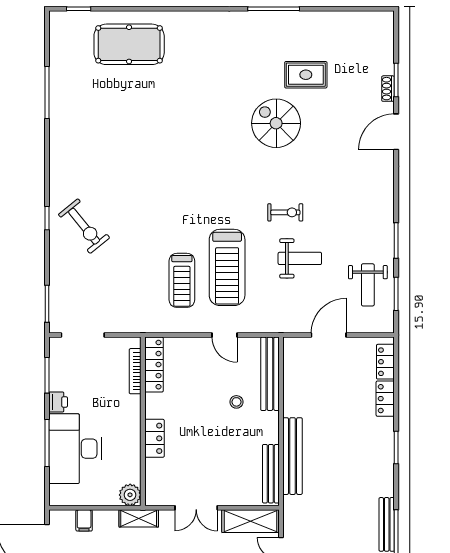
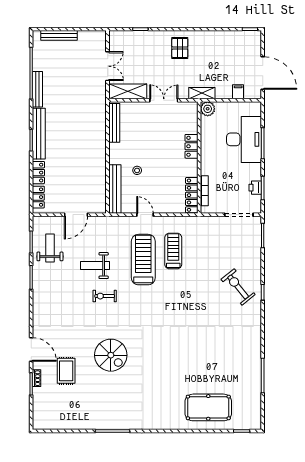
rug: (306, 75) -> (66, 371), moved, turned 90
door: (396, 132) -> (31, 349), hinge flipped
printer: (58, 402) -> (255, 188), moved
bench: (293, 456) -> (39, 134), moved

